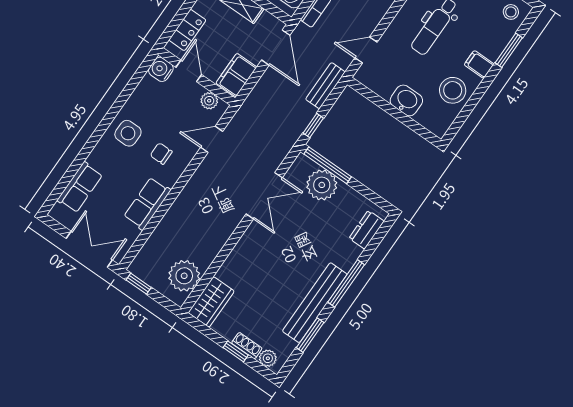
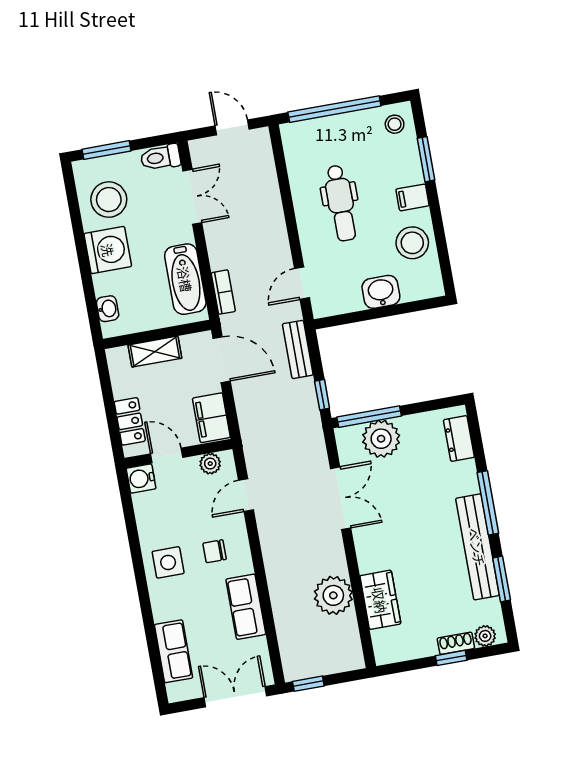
plant: (184, 276) -> (333, 595), moved
wardrobe: (211, 302) -> (380, 600), moved

